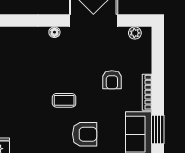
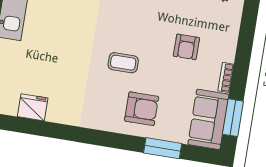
bookcase: (147, 92) -> (226, 77), width x0.64

